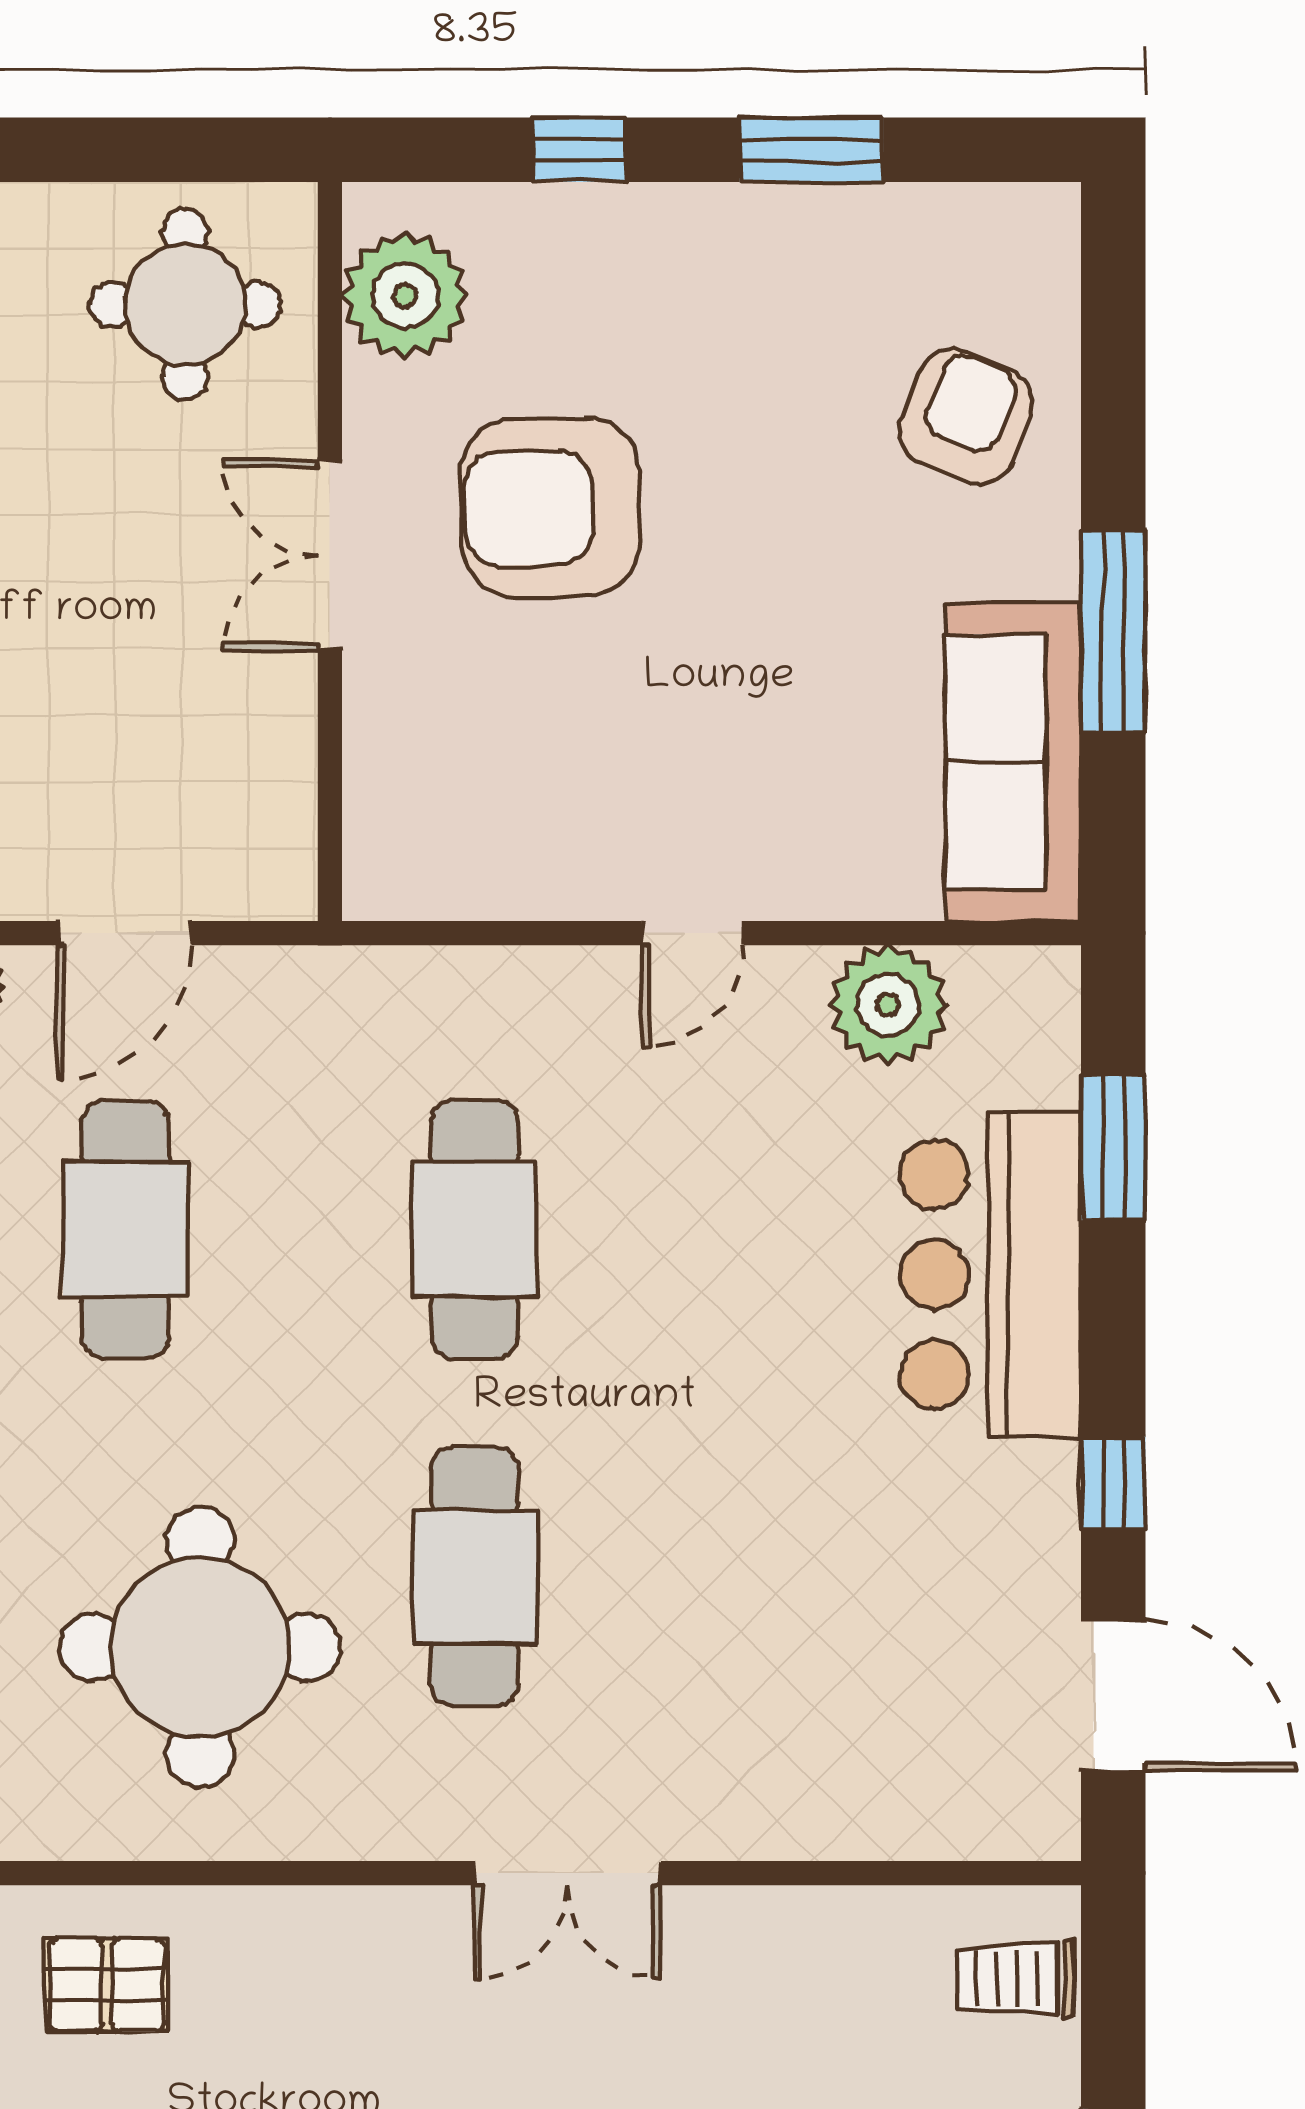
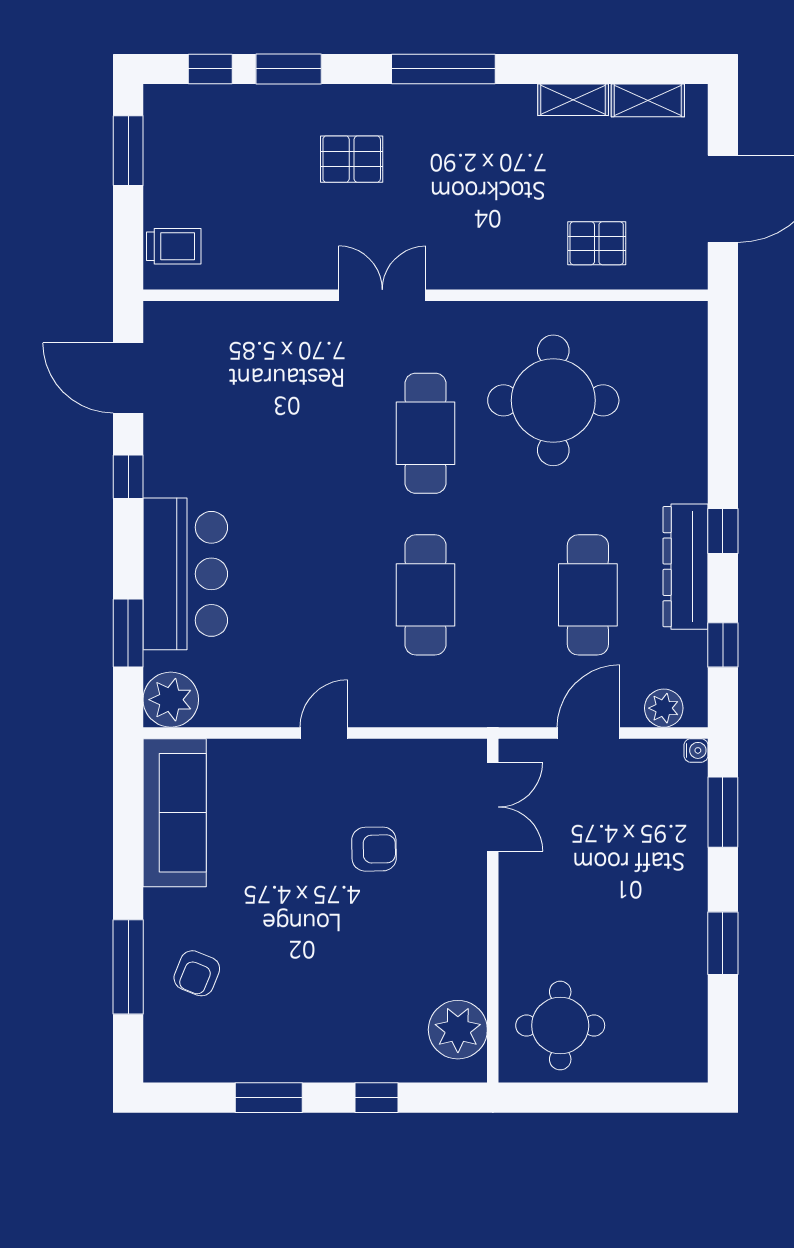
armchair: (966, 417) -> (197, 973), width x0.72, depth x0.72
armchair: (550, 508) -> (374, 849), moved, width x0.53, depth x0.53
double door: (330, 555) -> (493, 807), moved
window: (1113, 631) -> (128, 967), moved
plant: (888, 1005) -> (171, 700), moved

